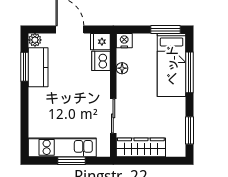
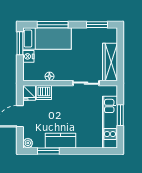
nightstand: (124, 41) -> (28, 56), moved
kitchen counter: (38, 67) -> (61, 141), moved

